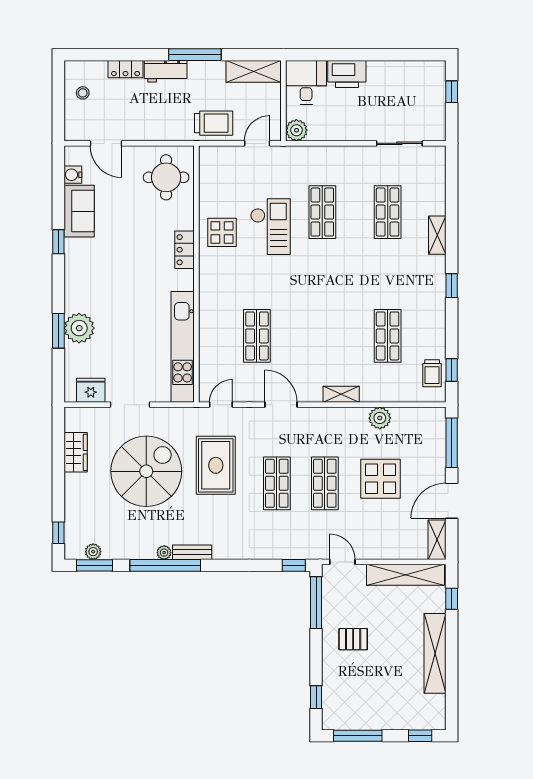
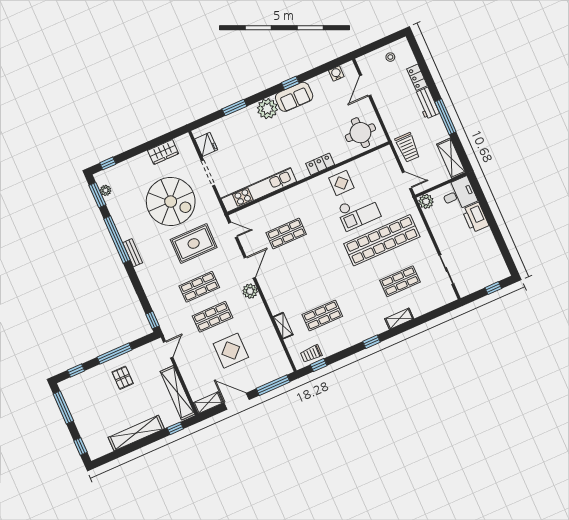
sofa: (79, 211) -> (294, 97), moved
shop shelf: (322, 212) -> (382, 240), width x2.00, depth x1.36
plant: (79, 328) -> (267, 109), moved
shelving: (341, 394) -> (283, 326), moved
plant: (380, 418) -> (250, 291), moved
plant: (164, 553) -> (125, 235), removed
window: (316, 603) -> (115, 353), moved

